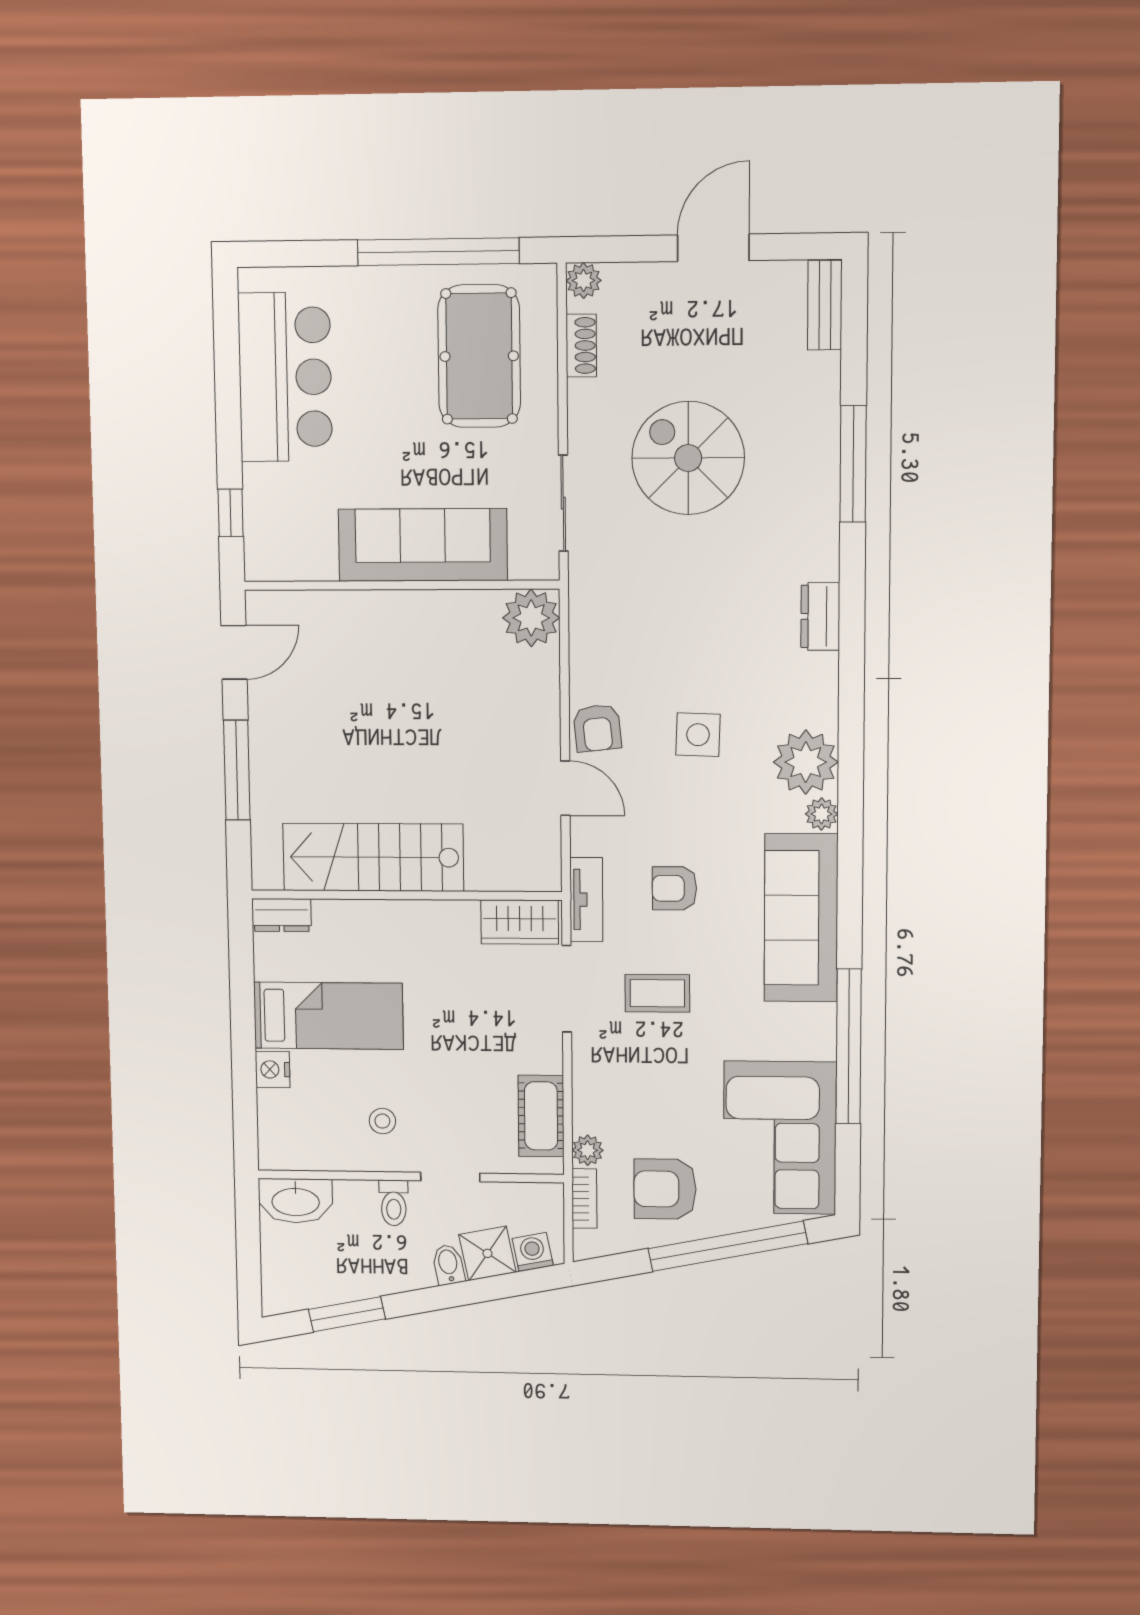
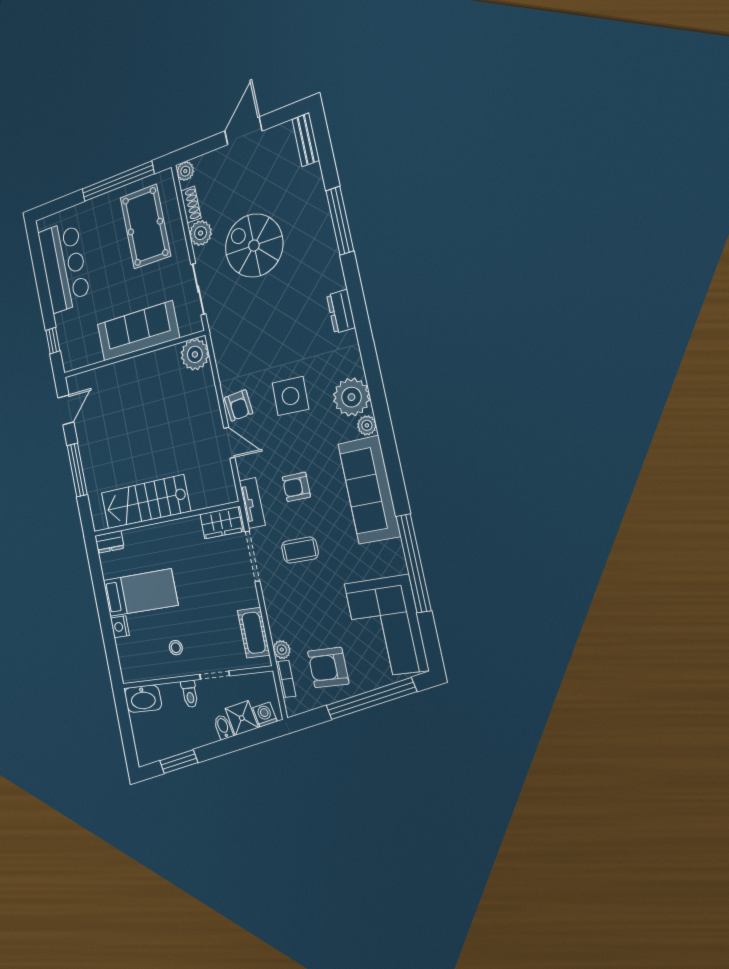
plant: (590, 404) -> (201, 233), added
side table: (698, 735) -> (290, 396), width x1.37, depth x1.37

